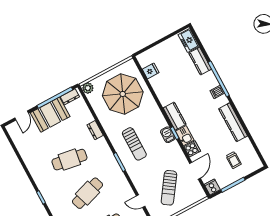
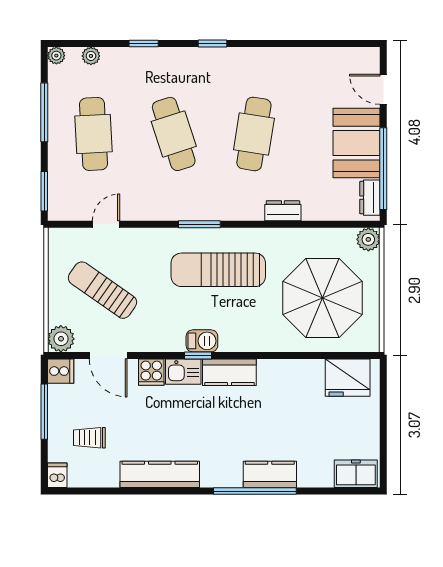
kitchen counter: (200, 61) -> (270, 474), moved
fridge: (151, 71) -> (348, 378), width x1.88, depth x1.34
dishwasher: (217, 92) -> (57, 475), moved
sun lounger: (134, 144) -> (218, 270), width x1.36, depth x1.34
plant: (199, 194) -> (61, 339), added

